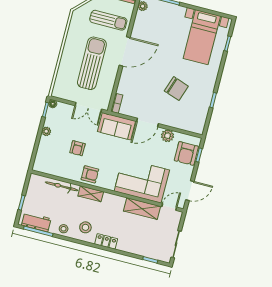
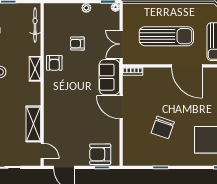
plant: (167, 136) -> (113, 131), removed
corner sofa: (142, 181) -> (61, 117), removed
bicycle: (62, 186) -> (35, 25), moved

